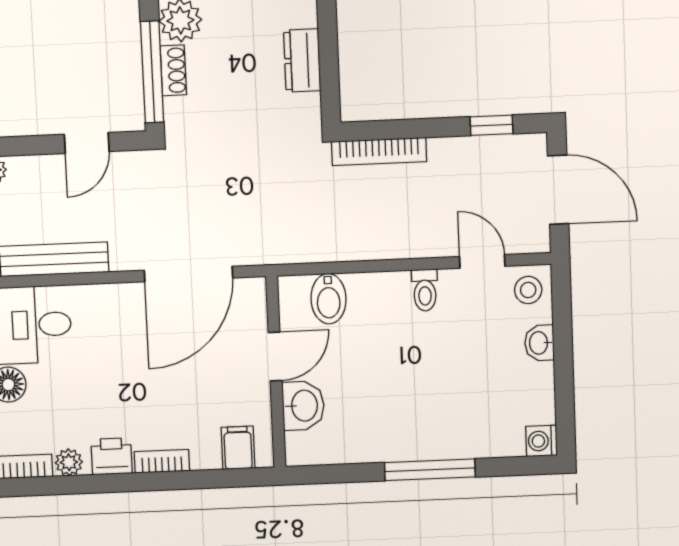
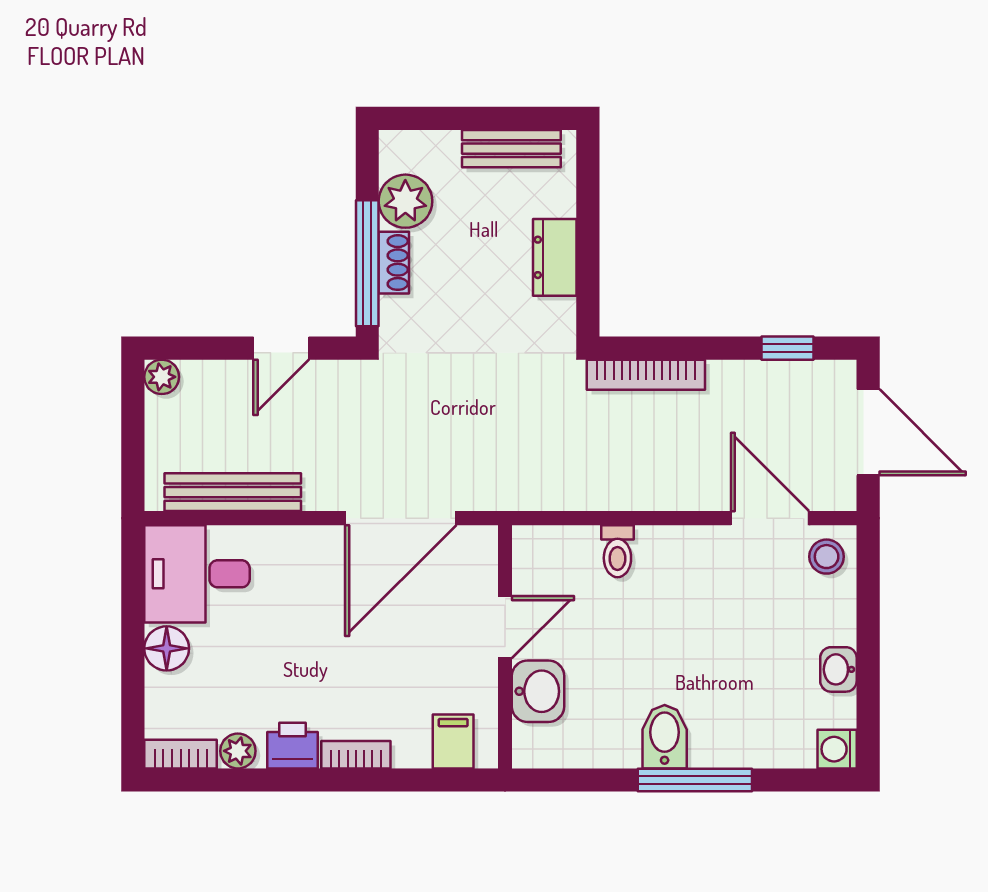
door: (482, 261) -> (770, 518), width x1.37
toilet: (425, 290) -> (617, 551), moved
bidet: (329, 299) -> (665, 737), moved, turned 180
washbasin: (539, 343) -> (838, 669), moved

